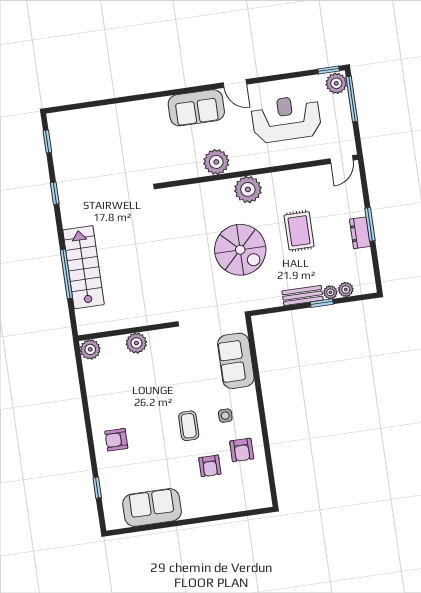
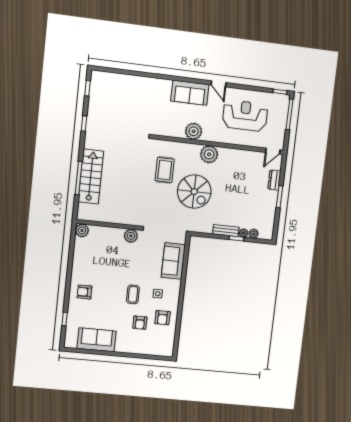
plant: (336, 83) -> (282, 102), removed
rug: (299, 231) -> (165, 170), moved
dresser: (360, 233) -> (274, 180), moved
plant: (136, 343) -> (131, 236), moved

